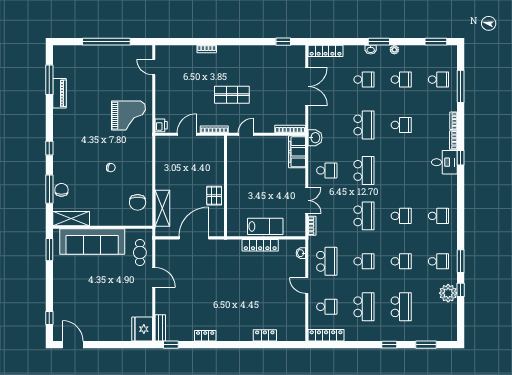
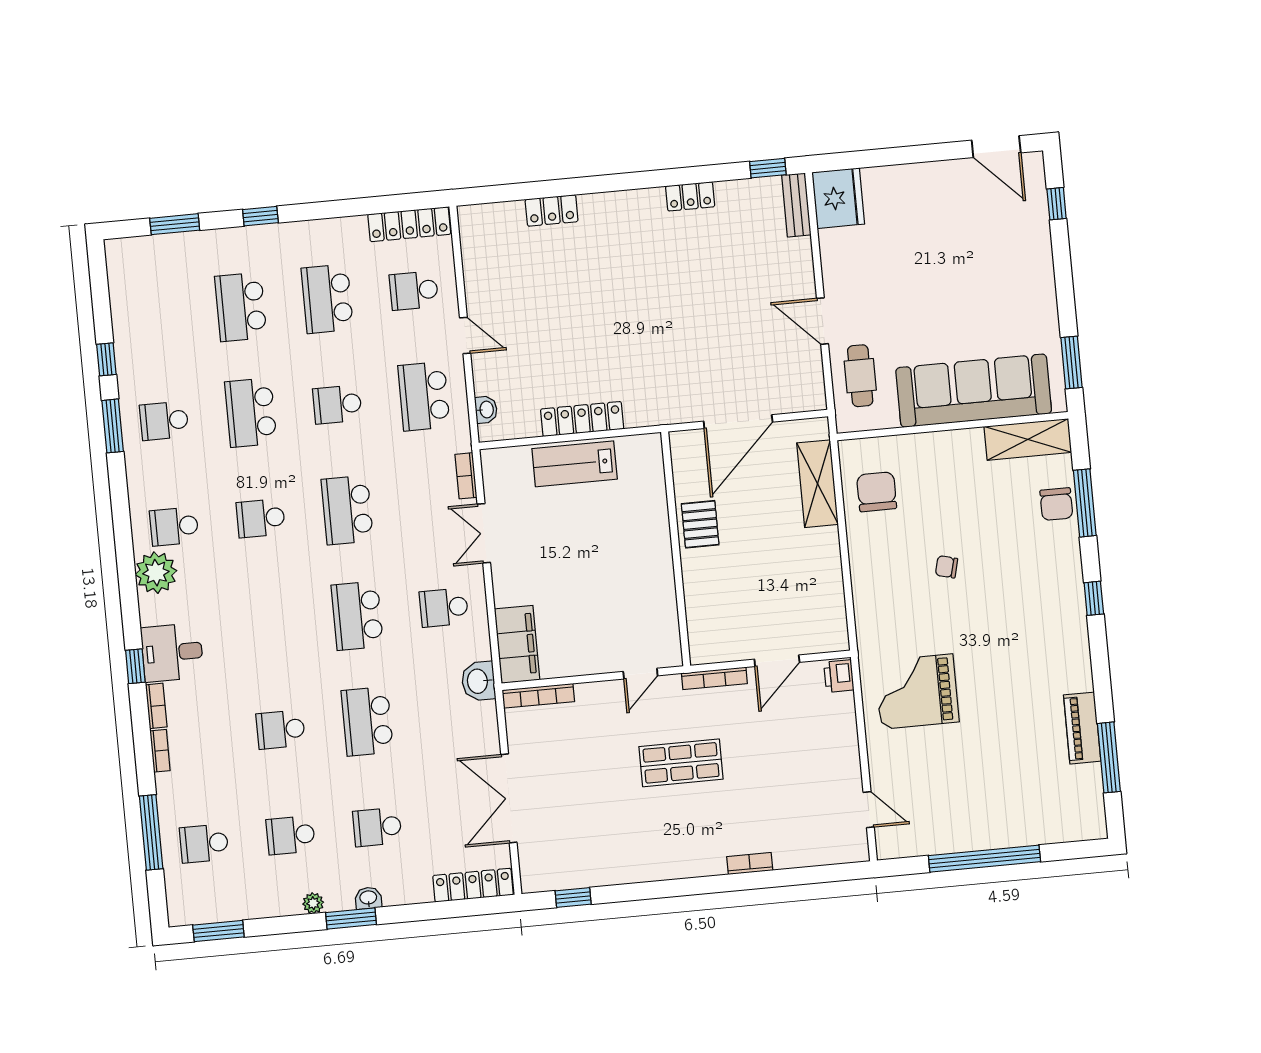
school desk: (401, 261) -> (251, 413), width x1.85
plant: (448, 293) -> (156, 573), moved

